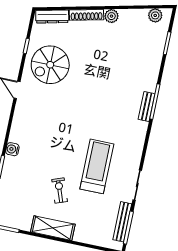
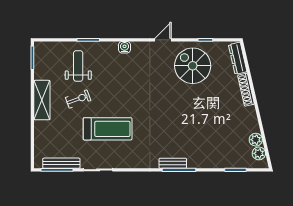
plant: (111, 16) -> (256, 140), moved
water cooler: (12, 149) -> (125, 47), moved
weight bench: (25, 183) -> (78, 66), added

